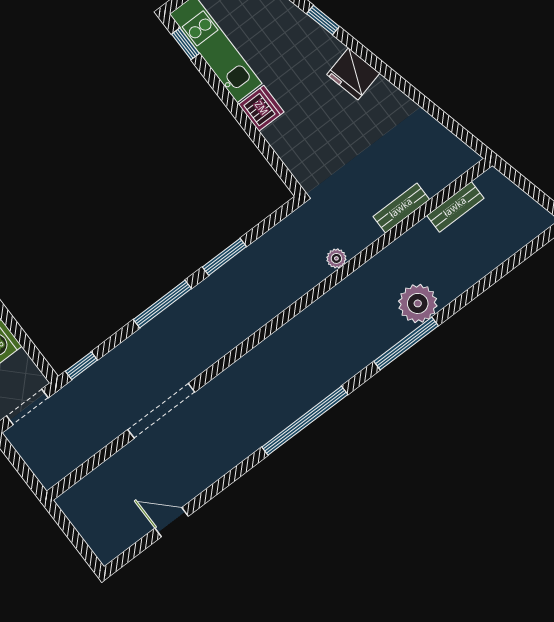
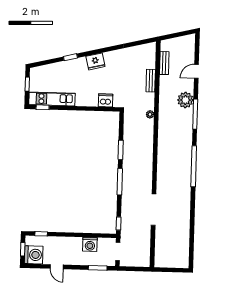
dishwasher: (261, 108) -> (106, 100), moved
door: (172, 522) -> (196, 71), moved

